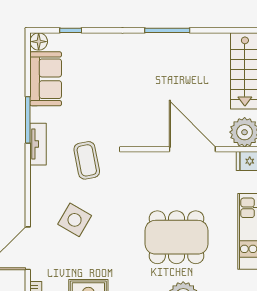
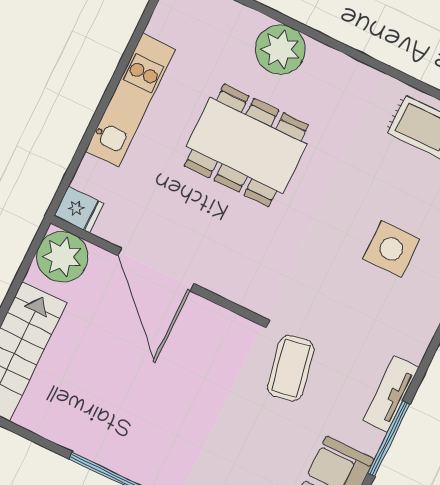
coffee table: (87, 160) -> (291, 368), moved
side table: (75, 220) -> (391, 249), turned -30

